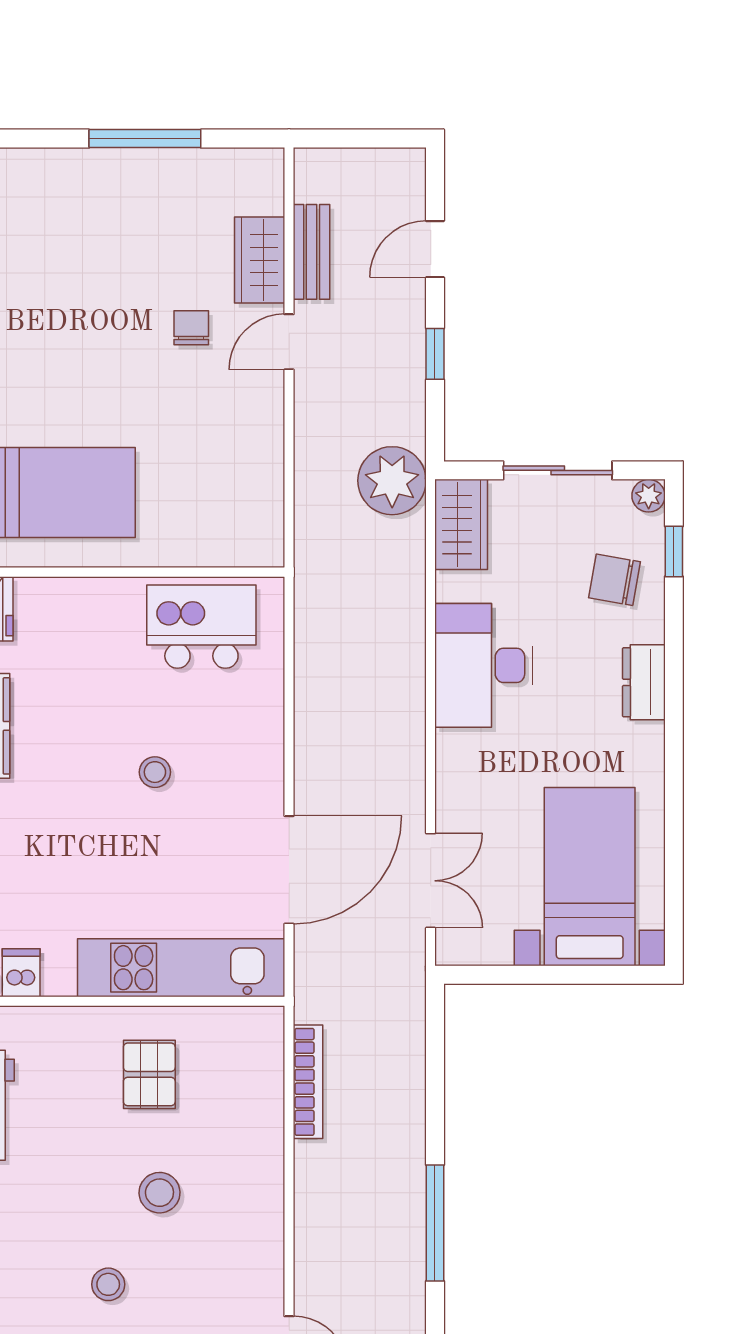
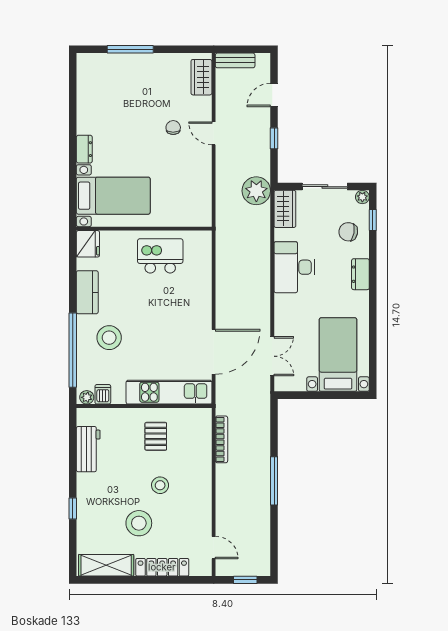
window: (145, 139) -> (130, 49), moved
bench: (312, 252) -> (235, 60), moved, turned 90
wardrobe: (260, 260) -> (201, 77), moved
door: (289, 342) -> (214, 133), hinge flipped
kitchen island: (201, 627) -> (160, 256), moved
stool: (155, 772) -> (109, 338), moved, width x1.89, depth x1.89
window: (435, 1223) -> (274, 481), moved
stool: (108, 1284) -> (139, 523), width x1.89, depth x1.89

